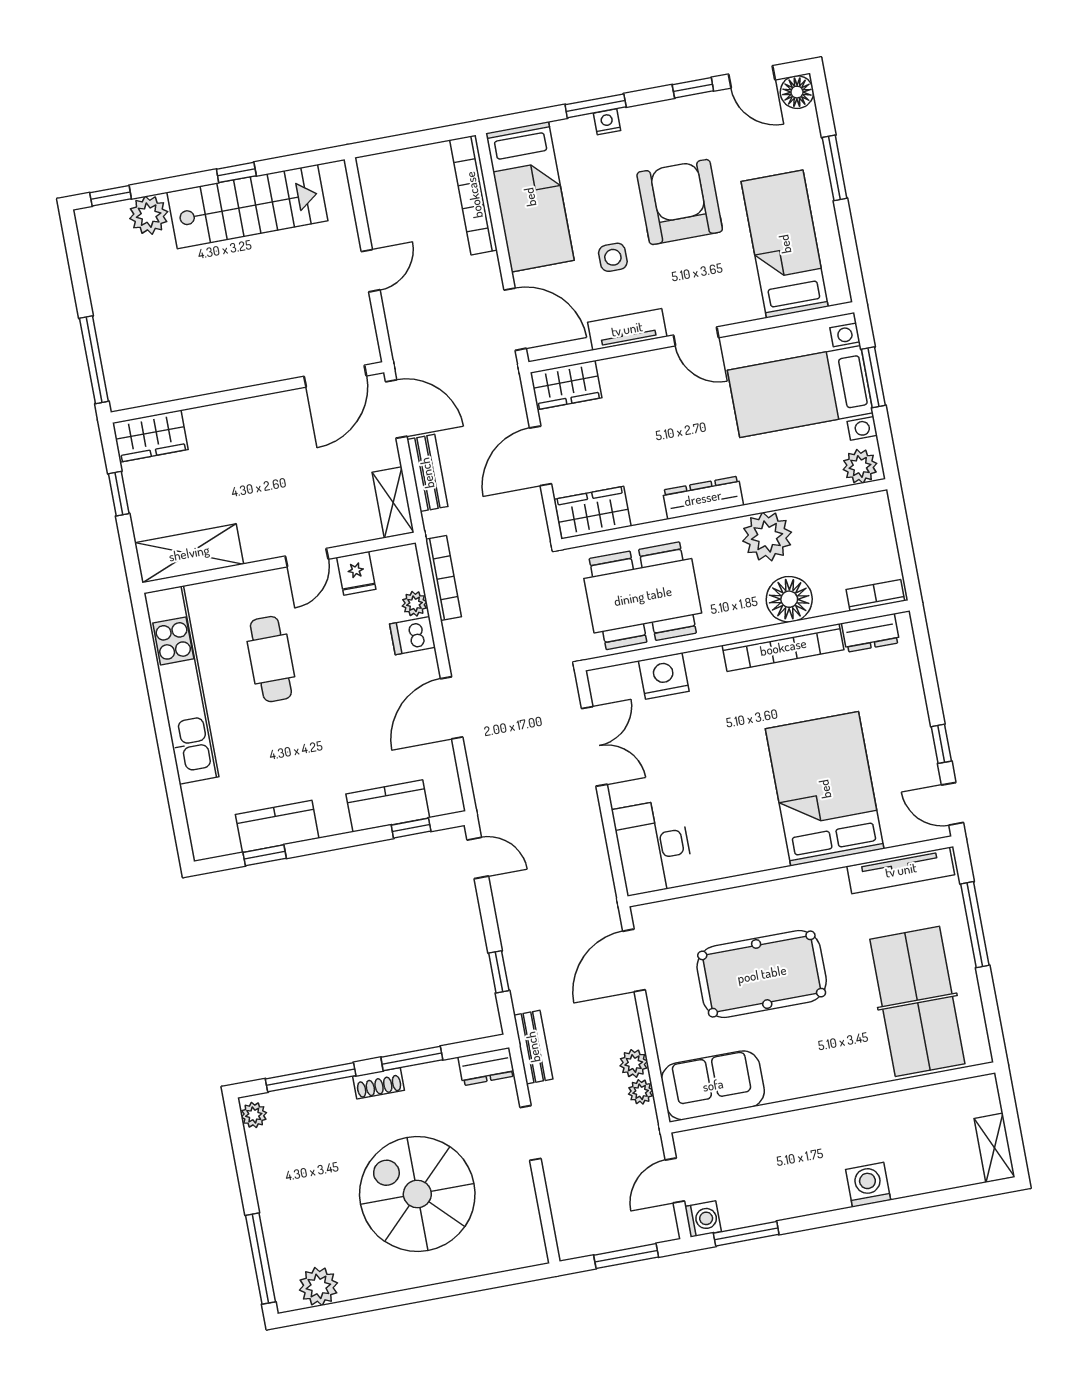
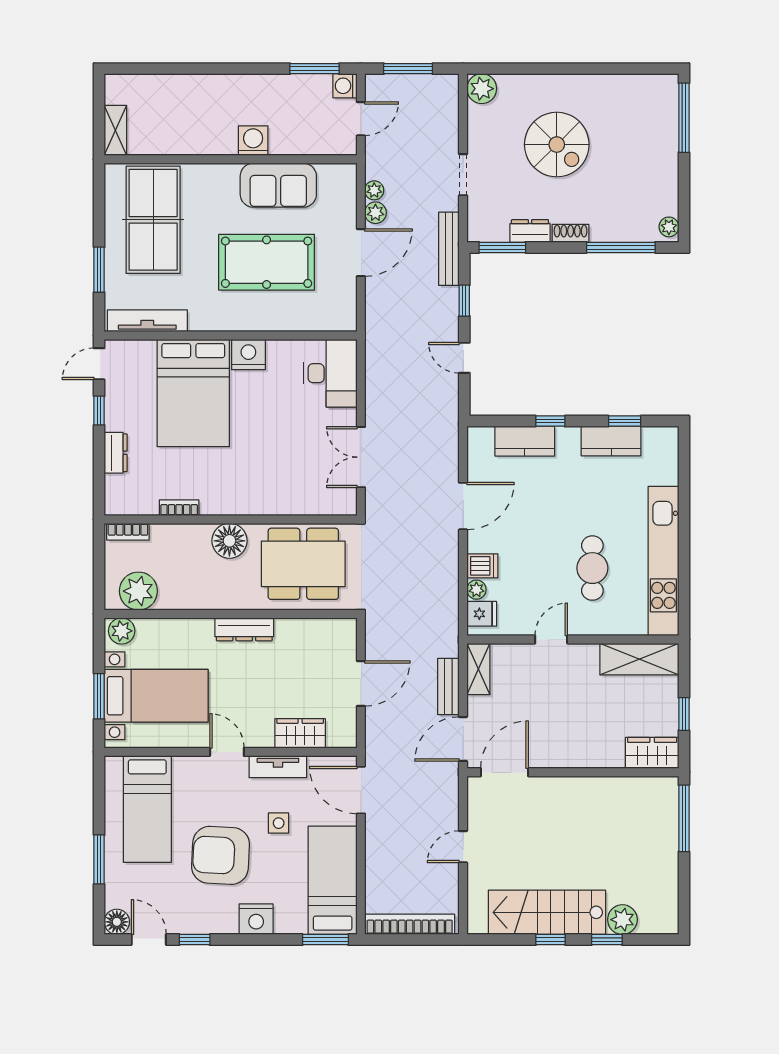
window: (596, 106) -> (325, 940), moved
nightstand: (607, 122) -> (256, 919), width x1.89, depth x1.79
bookcase: (474, 195) -> (410, 924), moved, turned -90
window: (111, 196) -> (607, 940), moved
armchair: (680, 202) -> (221, 855), turned 93
wardrobe: (566, 385) -> (300, 733), moved
door: (396, 409) -> (463, 739), hinge flipped
wardrobe: (593, 513) -> (329, 633), removed
plant: (767, 537) -> (138, 591), moved
fridge: (356, 573) -> (482, 614), moved, turned 90
bookcase: (443, 578) -> (451, 605), removed
floor lamp: (789, 599) -> (229, 541), moved
dresser: (871, 633) -> (116, 453), moved, turned 90
bookcase: (783, 647) -> (179, 508), width x0.43, depth x0.76
nightstand: (664, 676) -> (248, 355), moved, turned 180
door: (952, 804) -> (99, 364), swing flipped
window: (411, 828) -> (550, 421), moved
door: (478, 858) -> (464, 358), moved
window: (975, 925) -> (99, 270), width x0.69
door: (634, 960) -> (361, 253), moved
bench: (533, 1047) -> (449, 249), width x1.36
window: (412, 1058) -> (502, 247), moved
dresser: (486, 1066) -> (530, 231), moved
sofa: (713, 1085) -> (278, 185), moved
shelving: (994, 1148) -> (115, 130), moved
washing machine: (868, 1185) -> (253, 141), moved, turned 180
spiral stairs: (417, 1194) -> (557, 145), width x0.73, depth x0.73
plant: (318, 1286) -> (482, 89), moved

